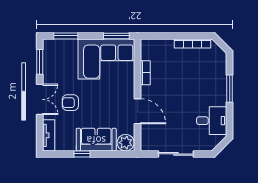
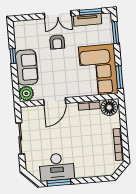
floor lamp: (150, 50) -> (109, 107), added
window: (230, 89) -> (59, 183), moved
armchair: (70, 103) -> (57, 42), turned 180
desk: (212, 121) -> (57, 167), width x1.37
tv unit: (49, 135) -> (88, 20), moved

